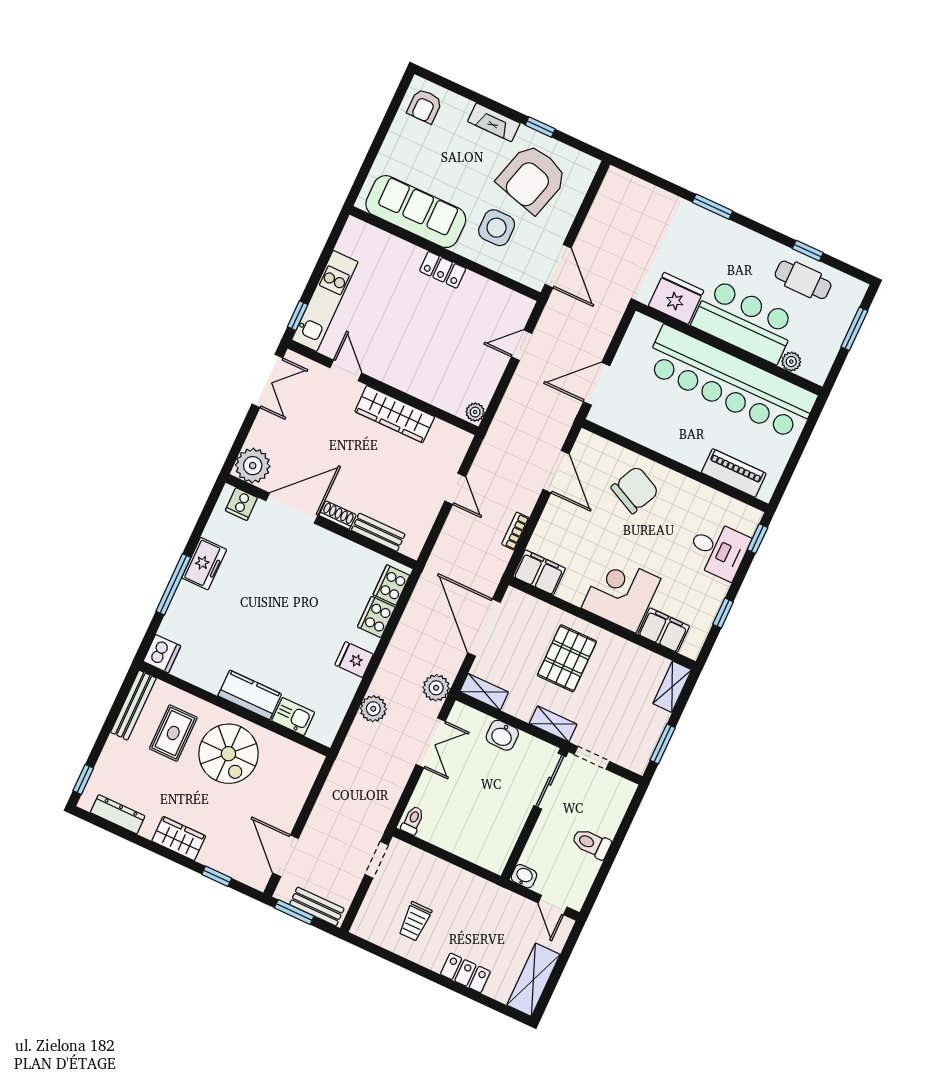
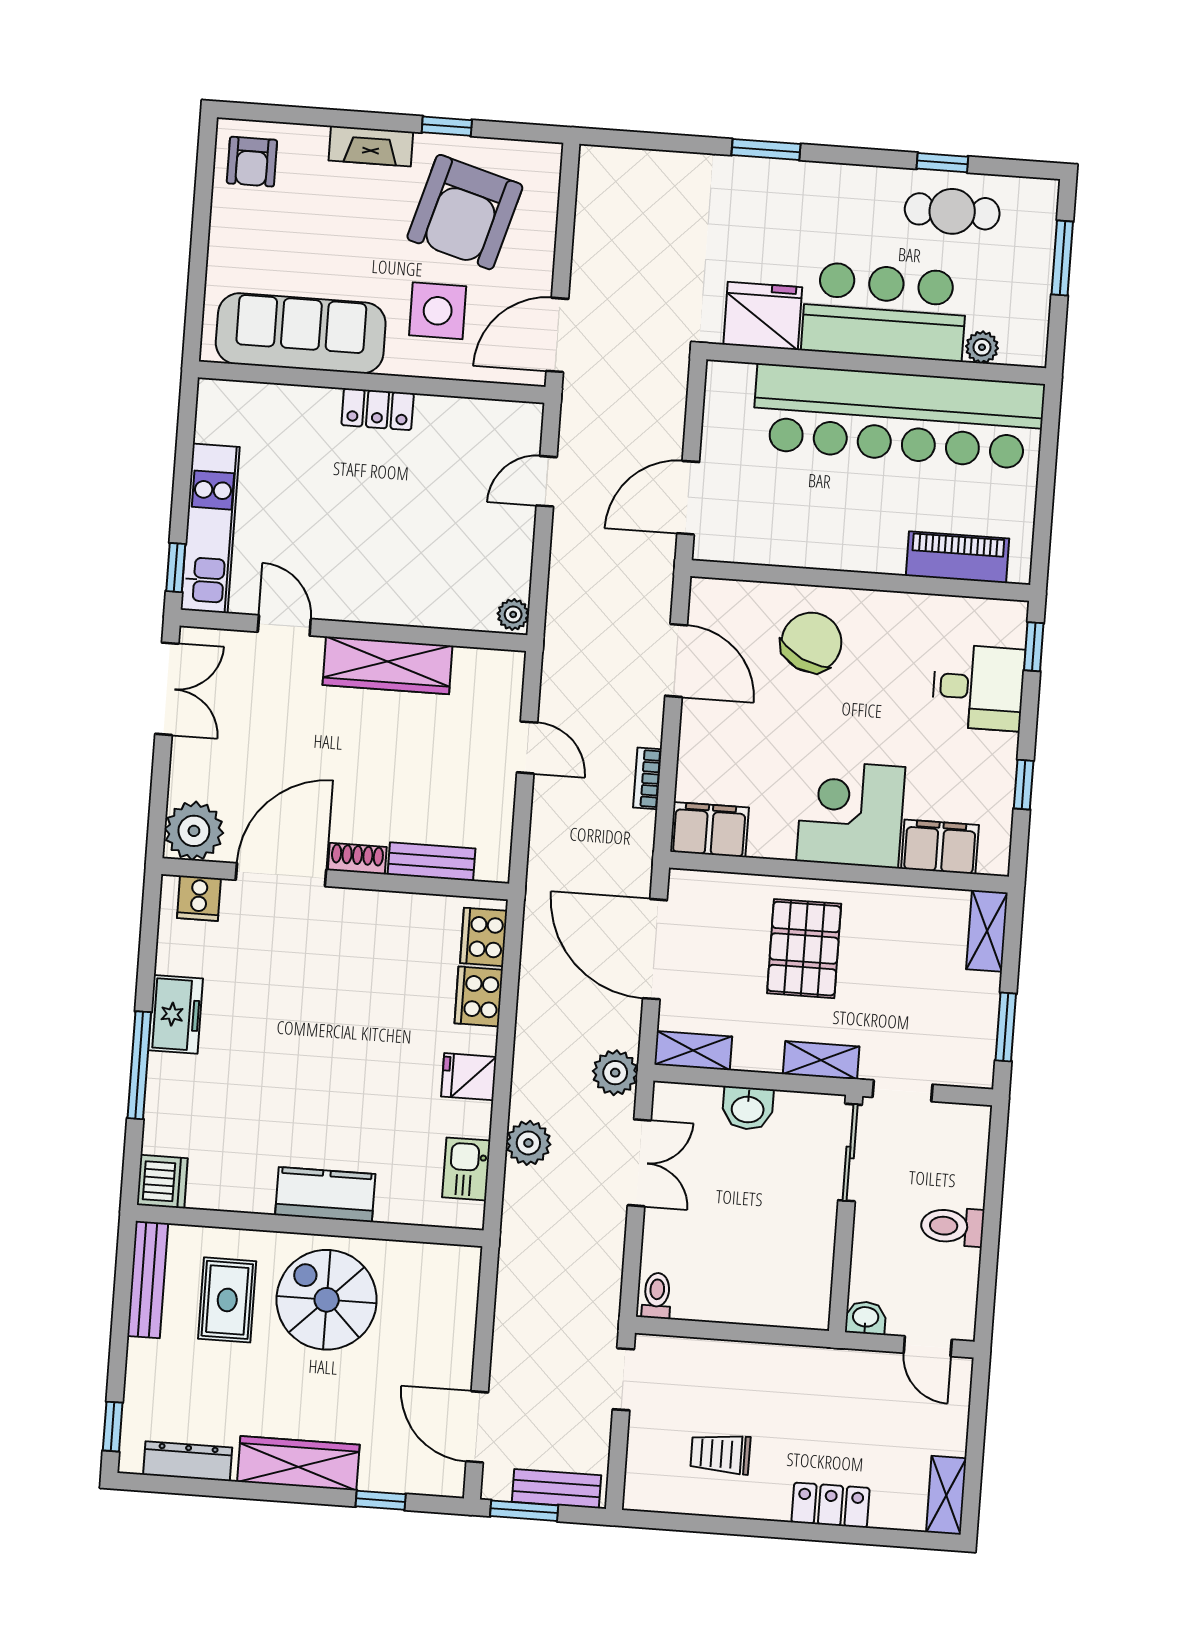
door: (558, 266) -> (557, 335), swing flipped
kitchen sink: (293, 717) -> (466, 1169), moved, turned -90
spiral stairs: (228, 754) -> (327, 1300), turned 180
wardrobe: (179, 838) -> (298, 1463), width x1.50
trolley: (415, 921) -> (720, 1454), turned 90
shelving: (533, 980) -> (946, 1495), width x0.67, depth x0.75

